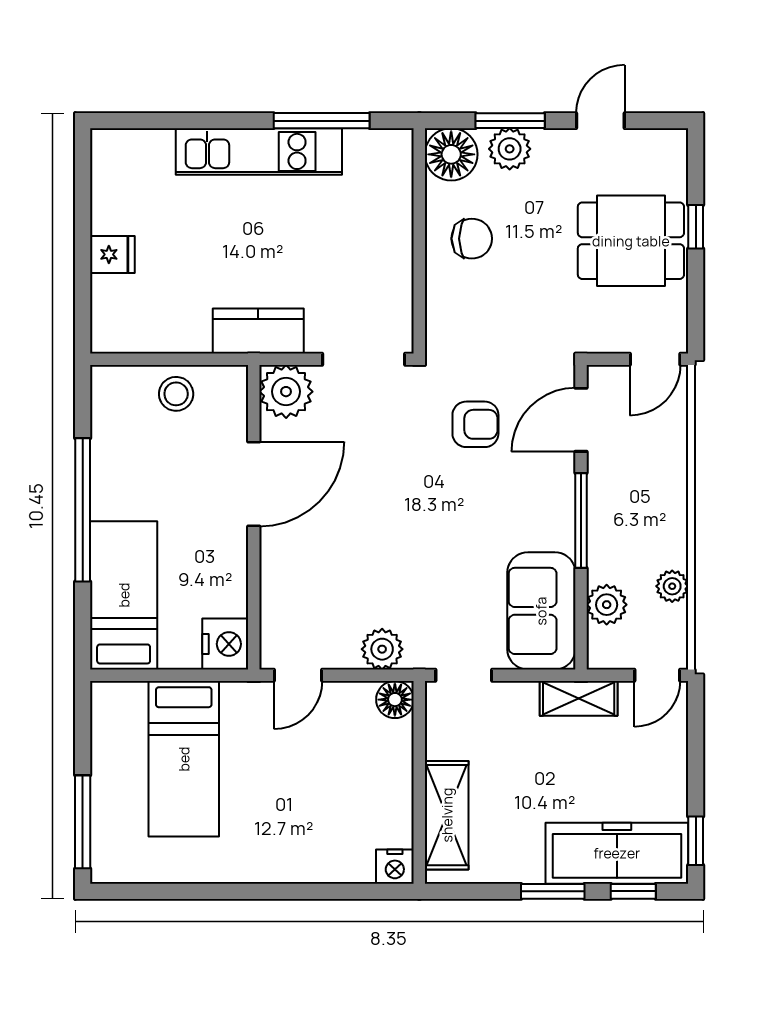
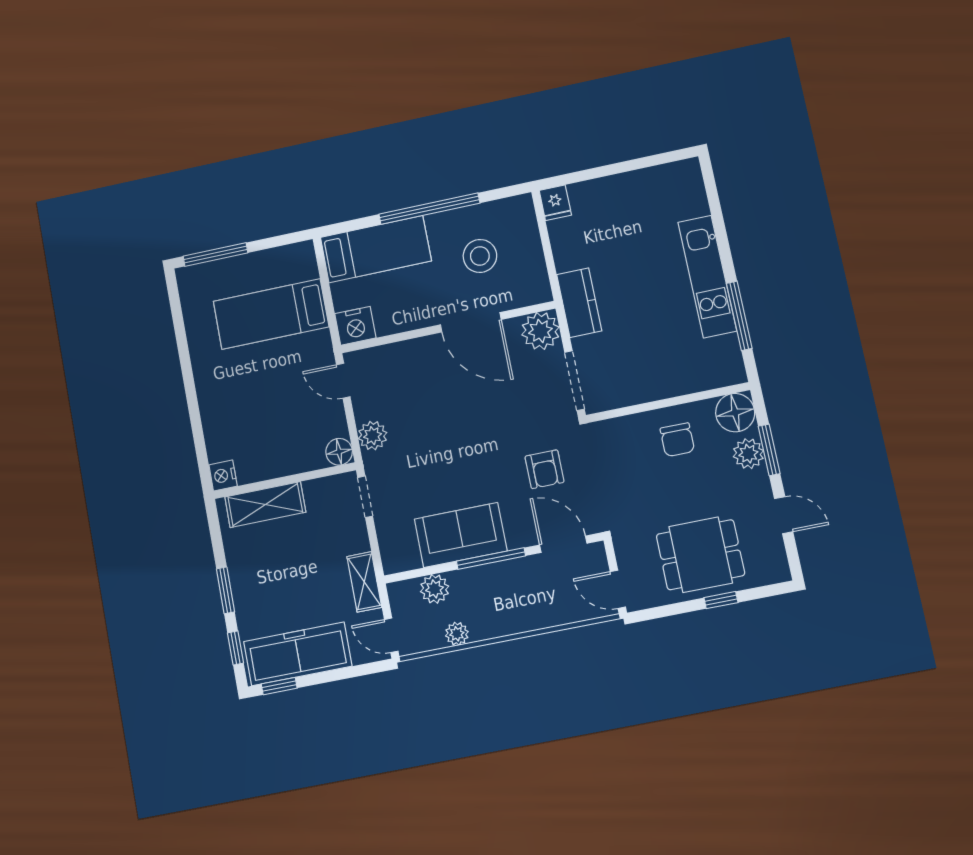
dining table: (631, 241) -> (701, 555), turned 90
fridge: (112, 254) -> (555, 203), moved
stool: (176, 394) -> (480, 256), moved, width x1.38, depth x1.38
sofa: (541, 611) -> (461, 535), moved
freezer: (617, 853) -> (298, 654), moved, turned -90

